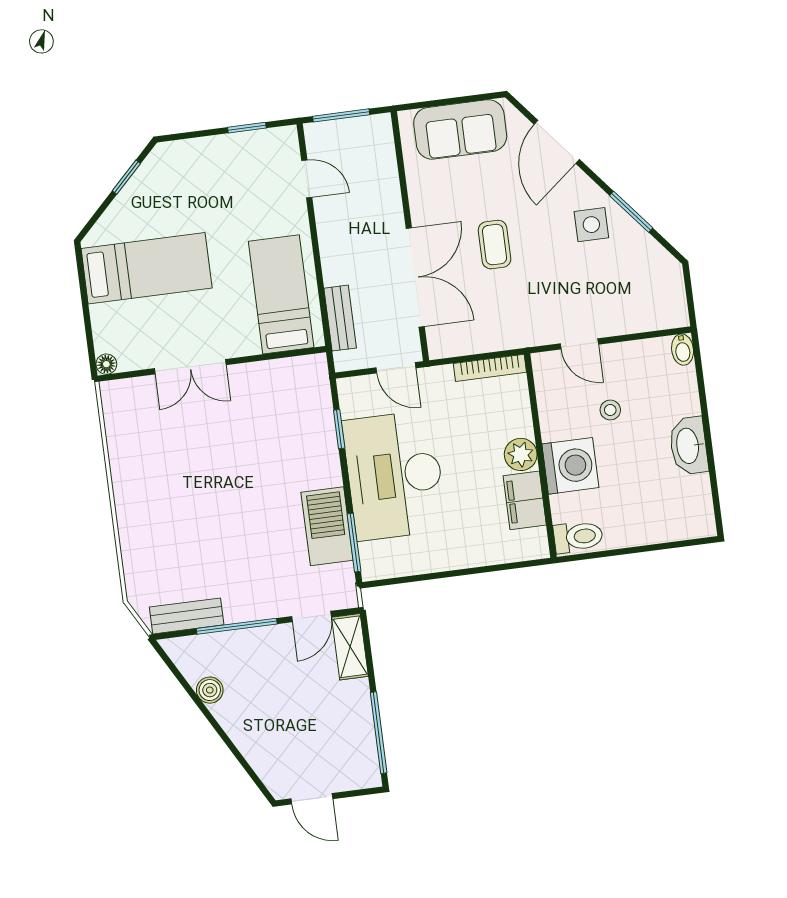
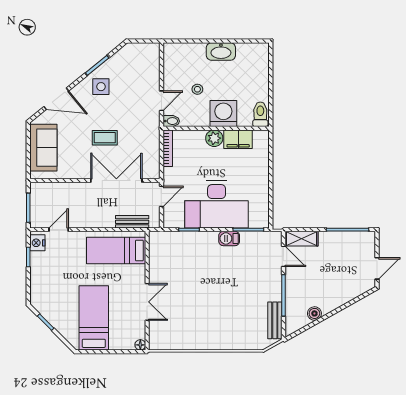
nightstand: (276, 142) -> (37, 243), added
bidet: (683, 350) -> (171, 121), moved
barbecue: (327, 526) -> (229, 238), width x0.53, depth x0.65

